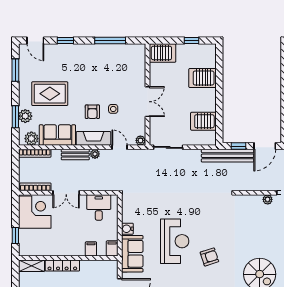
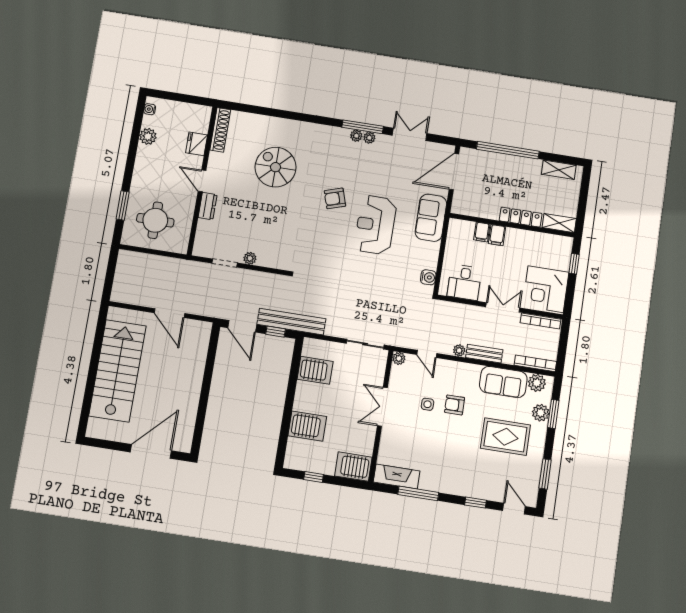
armchair: (92, 112) -> (455, 405), turned -90
fireplace: (94, 138) -> (397, 477), moved, turned 180
door: (265, 146) -> (242, 326), swing flipped
water cooler: (127, 229) -> (428, 277), moved
filing cabinet: (112, 248) -> (497, 235), moved

